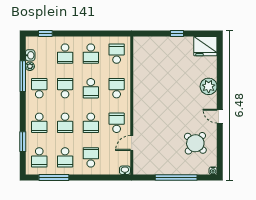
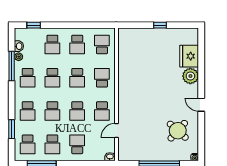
fridge: (205, 46) -> (189, 56), moved, turned 90
school desk: (39, 88) -> (28, 78), turned 180
school desk: (65, 88) -> (52, 78), turned 180
school desk: (117, 123) -> (102, 111), turned 180

